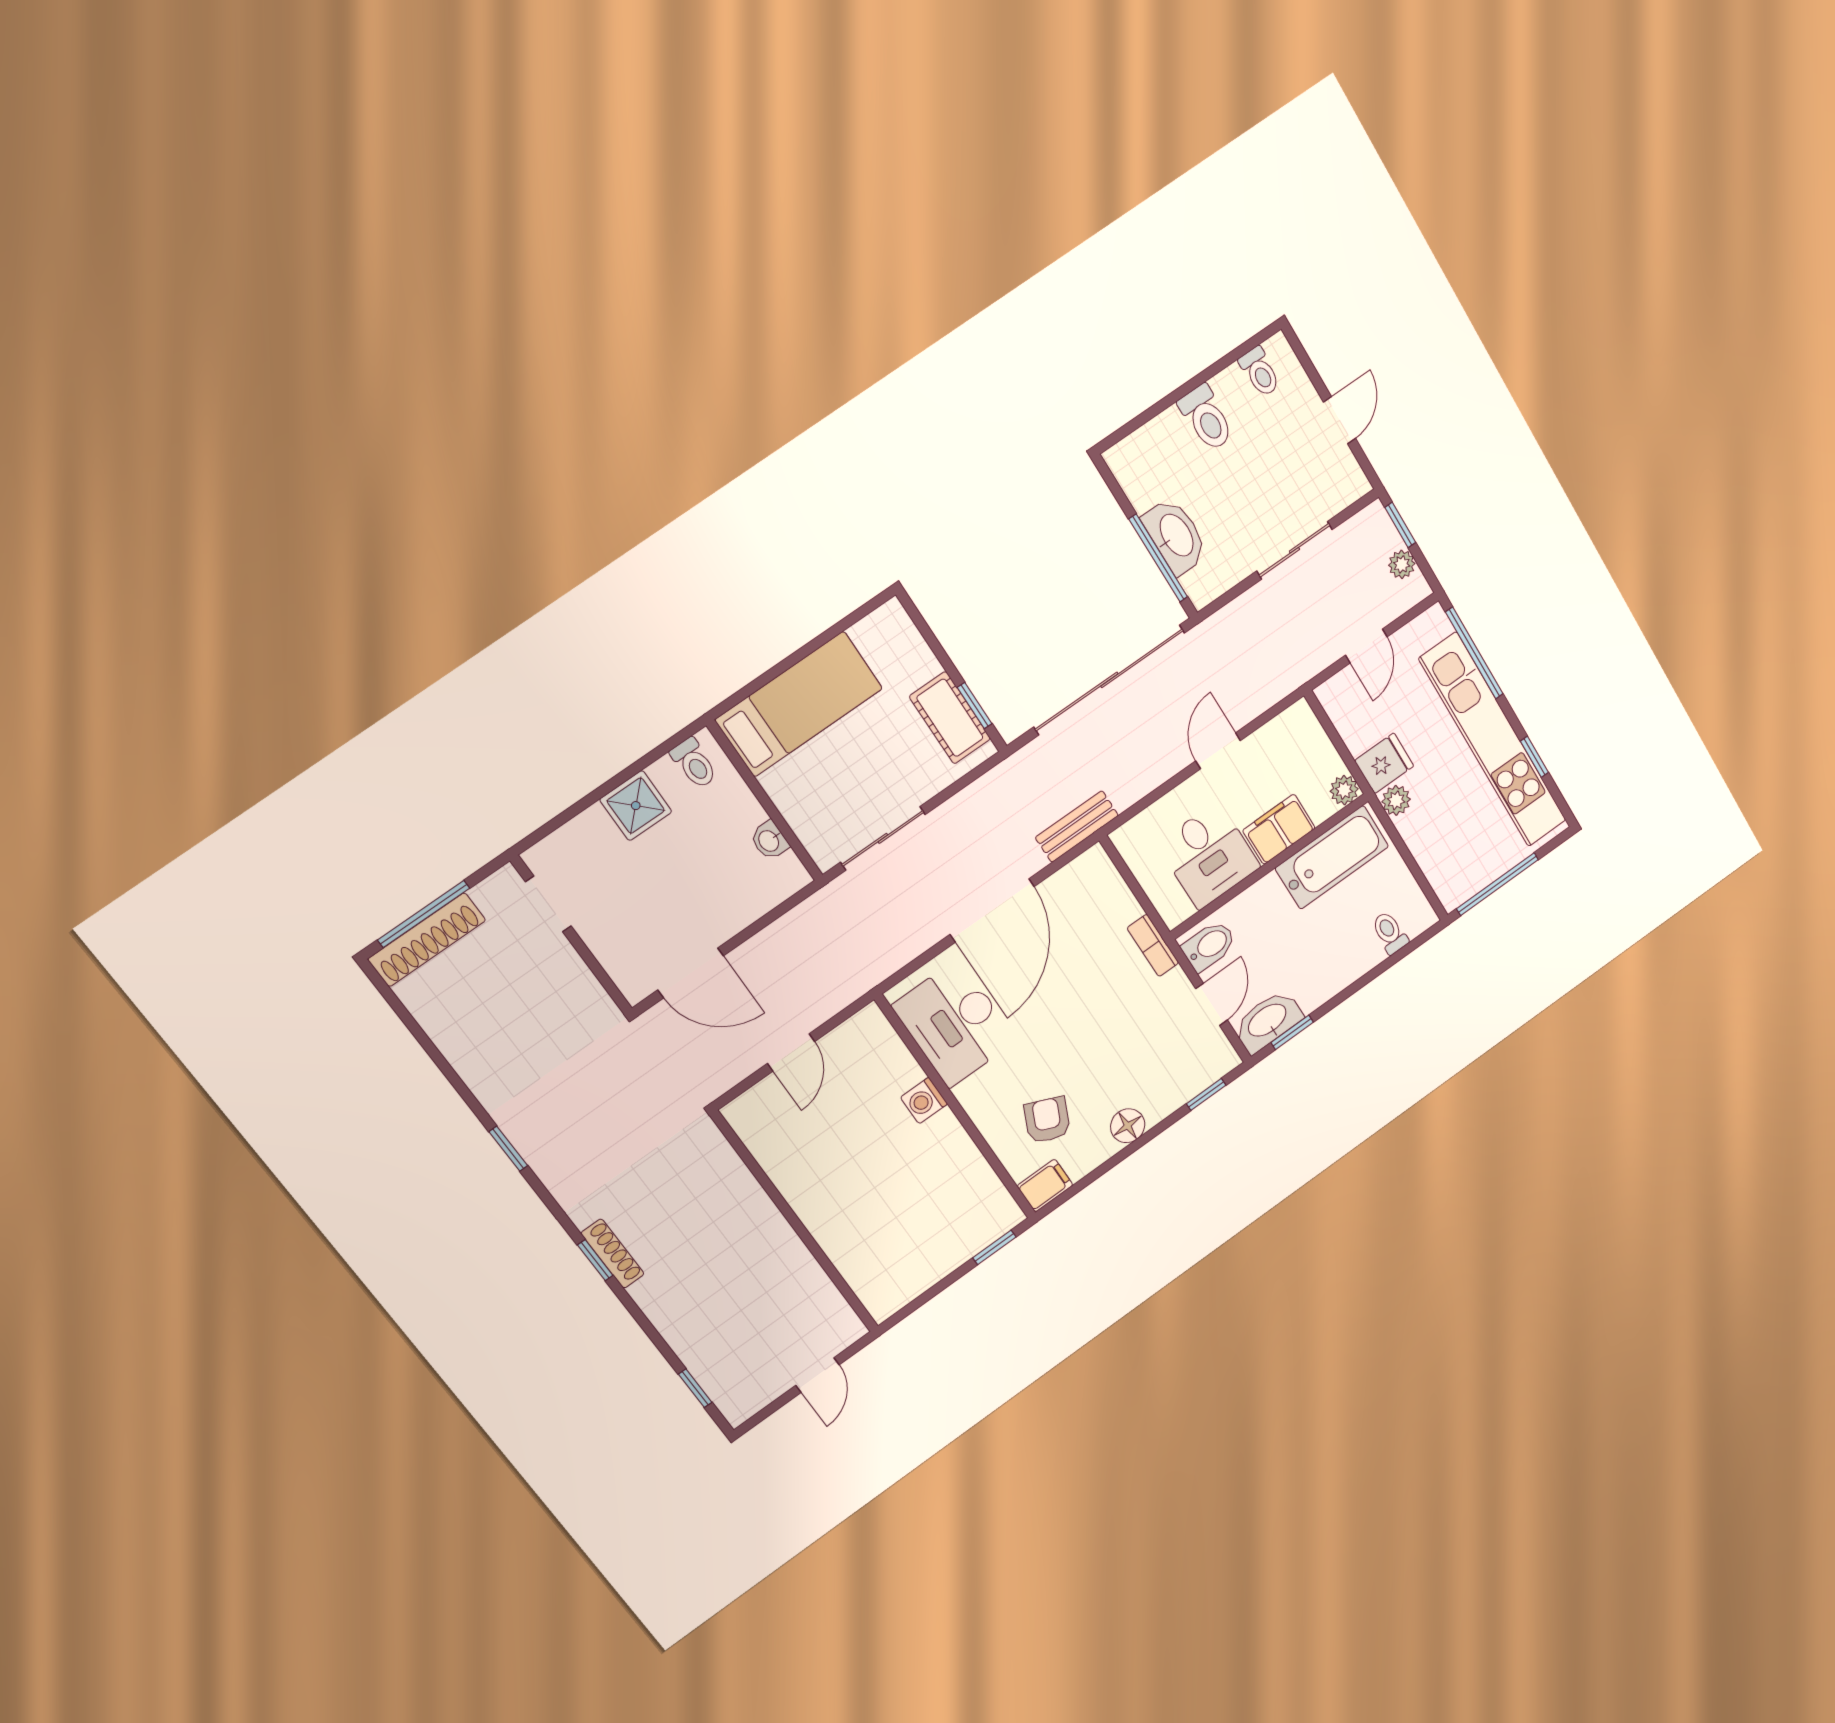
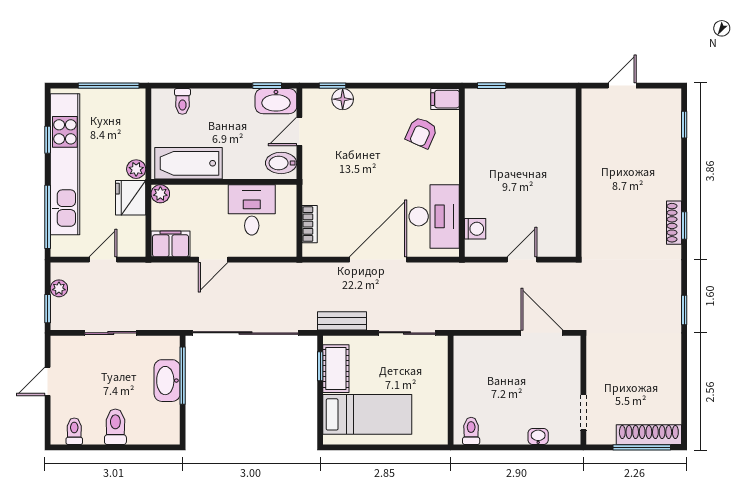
bed: (799, 704) -> (367, 414), moved, turned 180
fridge: (1384, 763) -> (131, 198), width x1.38
shower: (636, 806) -> (511, 430), removed
bench: (1077, 826) -> (342, 321), moved
filing cabinet: (1279, 829) -> (171, 244), moved, turned 180
washbasin: (769, 841) -> (538, 437), moved, turned -90
bookcase: (1153, 945) -> (310, 224), moved
washing machine: (924, 1101) -> (475, 229), moved
floor lamp: (1128, 1126) -> (343, 99), moved

